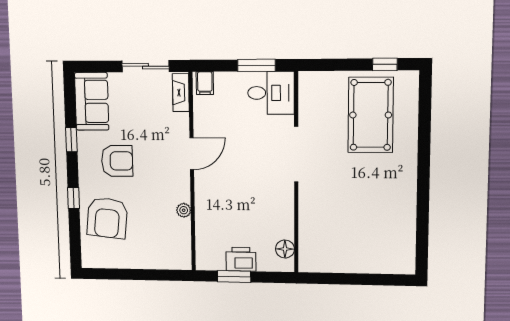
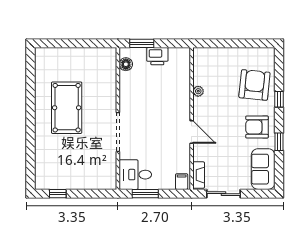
pool table: (371, 115) -> (67, 108), moved
door: (192, 154) -> (192, 132), swing flipped
armchair: (117, 161) -> (257, 127), moved
window: (234, 277) -> (142, 43), moved

